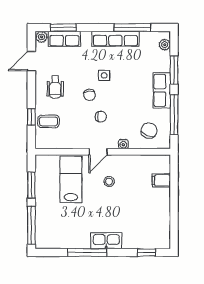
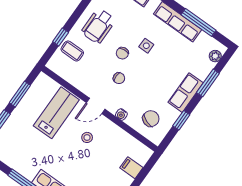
wheelchair: (55, 87) -> (98, 26), width x1.36, depth x1.37
window: (174, 115) -> (181, 120), width x0.46

